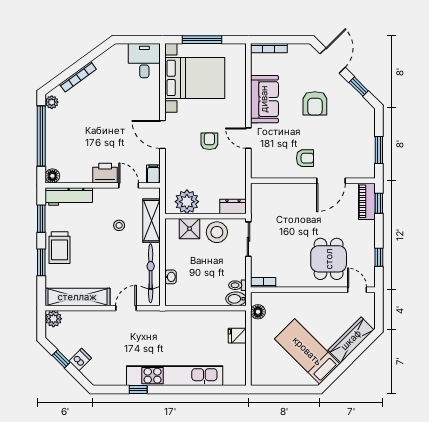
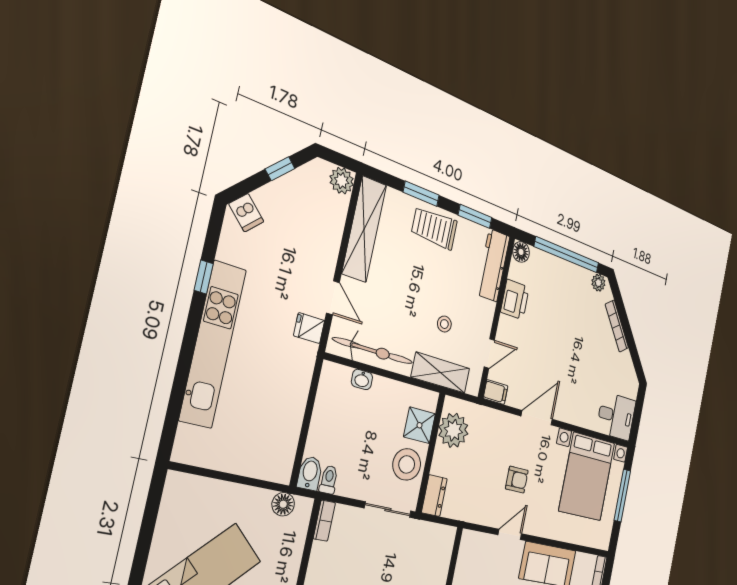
printer: (105, 173) -> (515, 300), moved
fridge: (237, 336) -> (309, 328), moved, turned -90
dishwasher: (80, 360) -> (246, 213), moved

